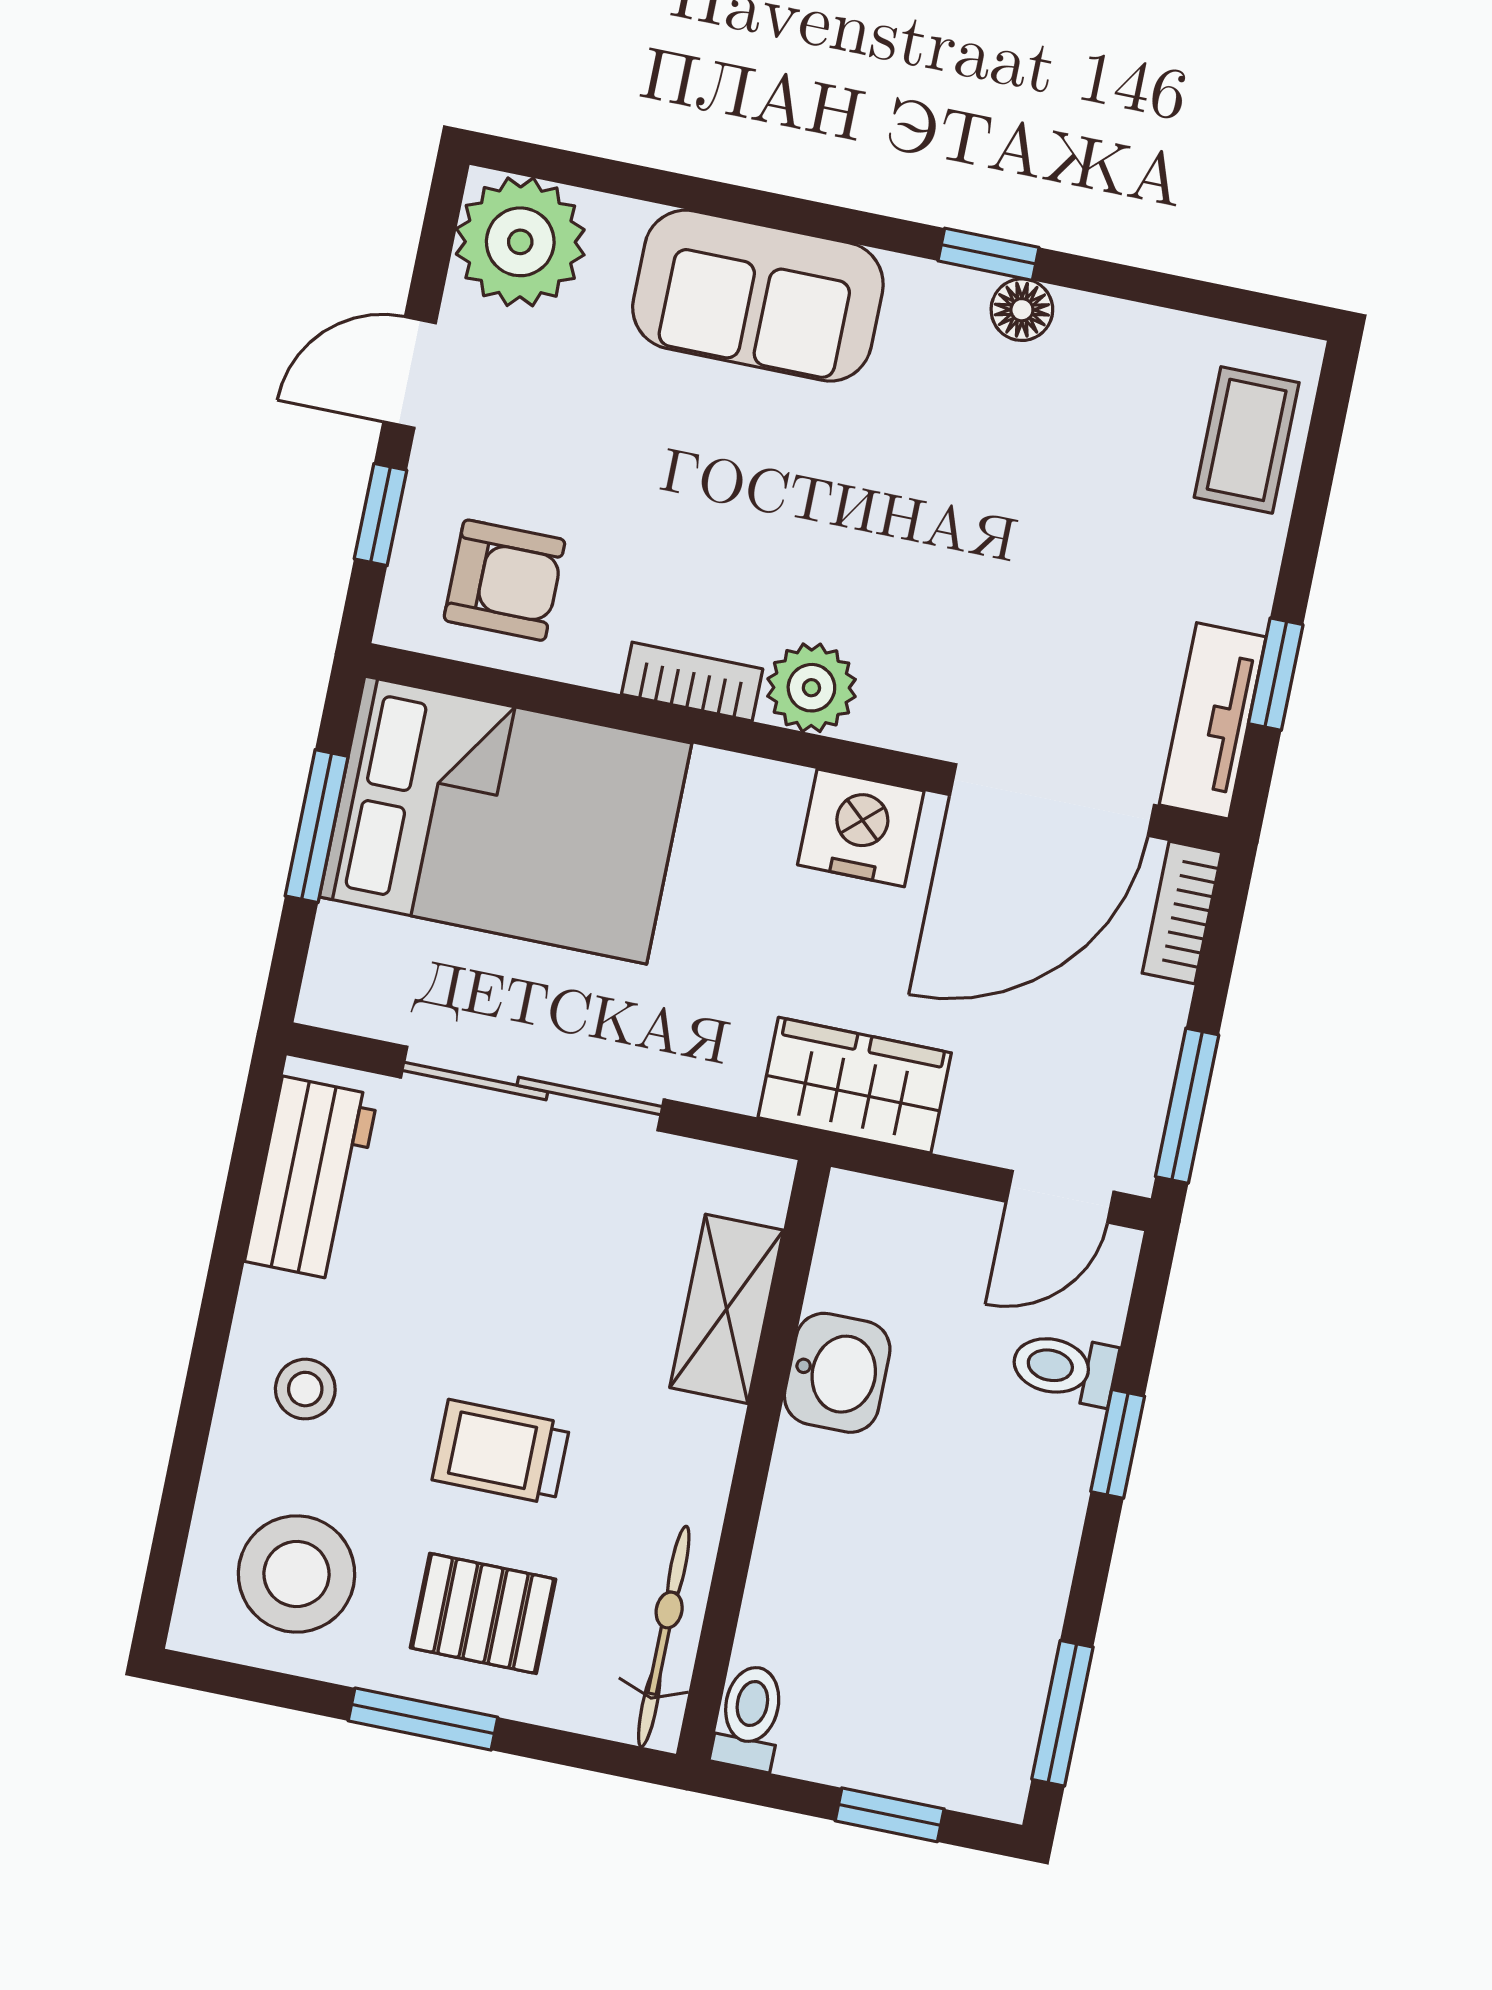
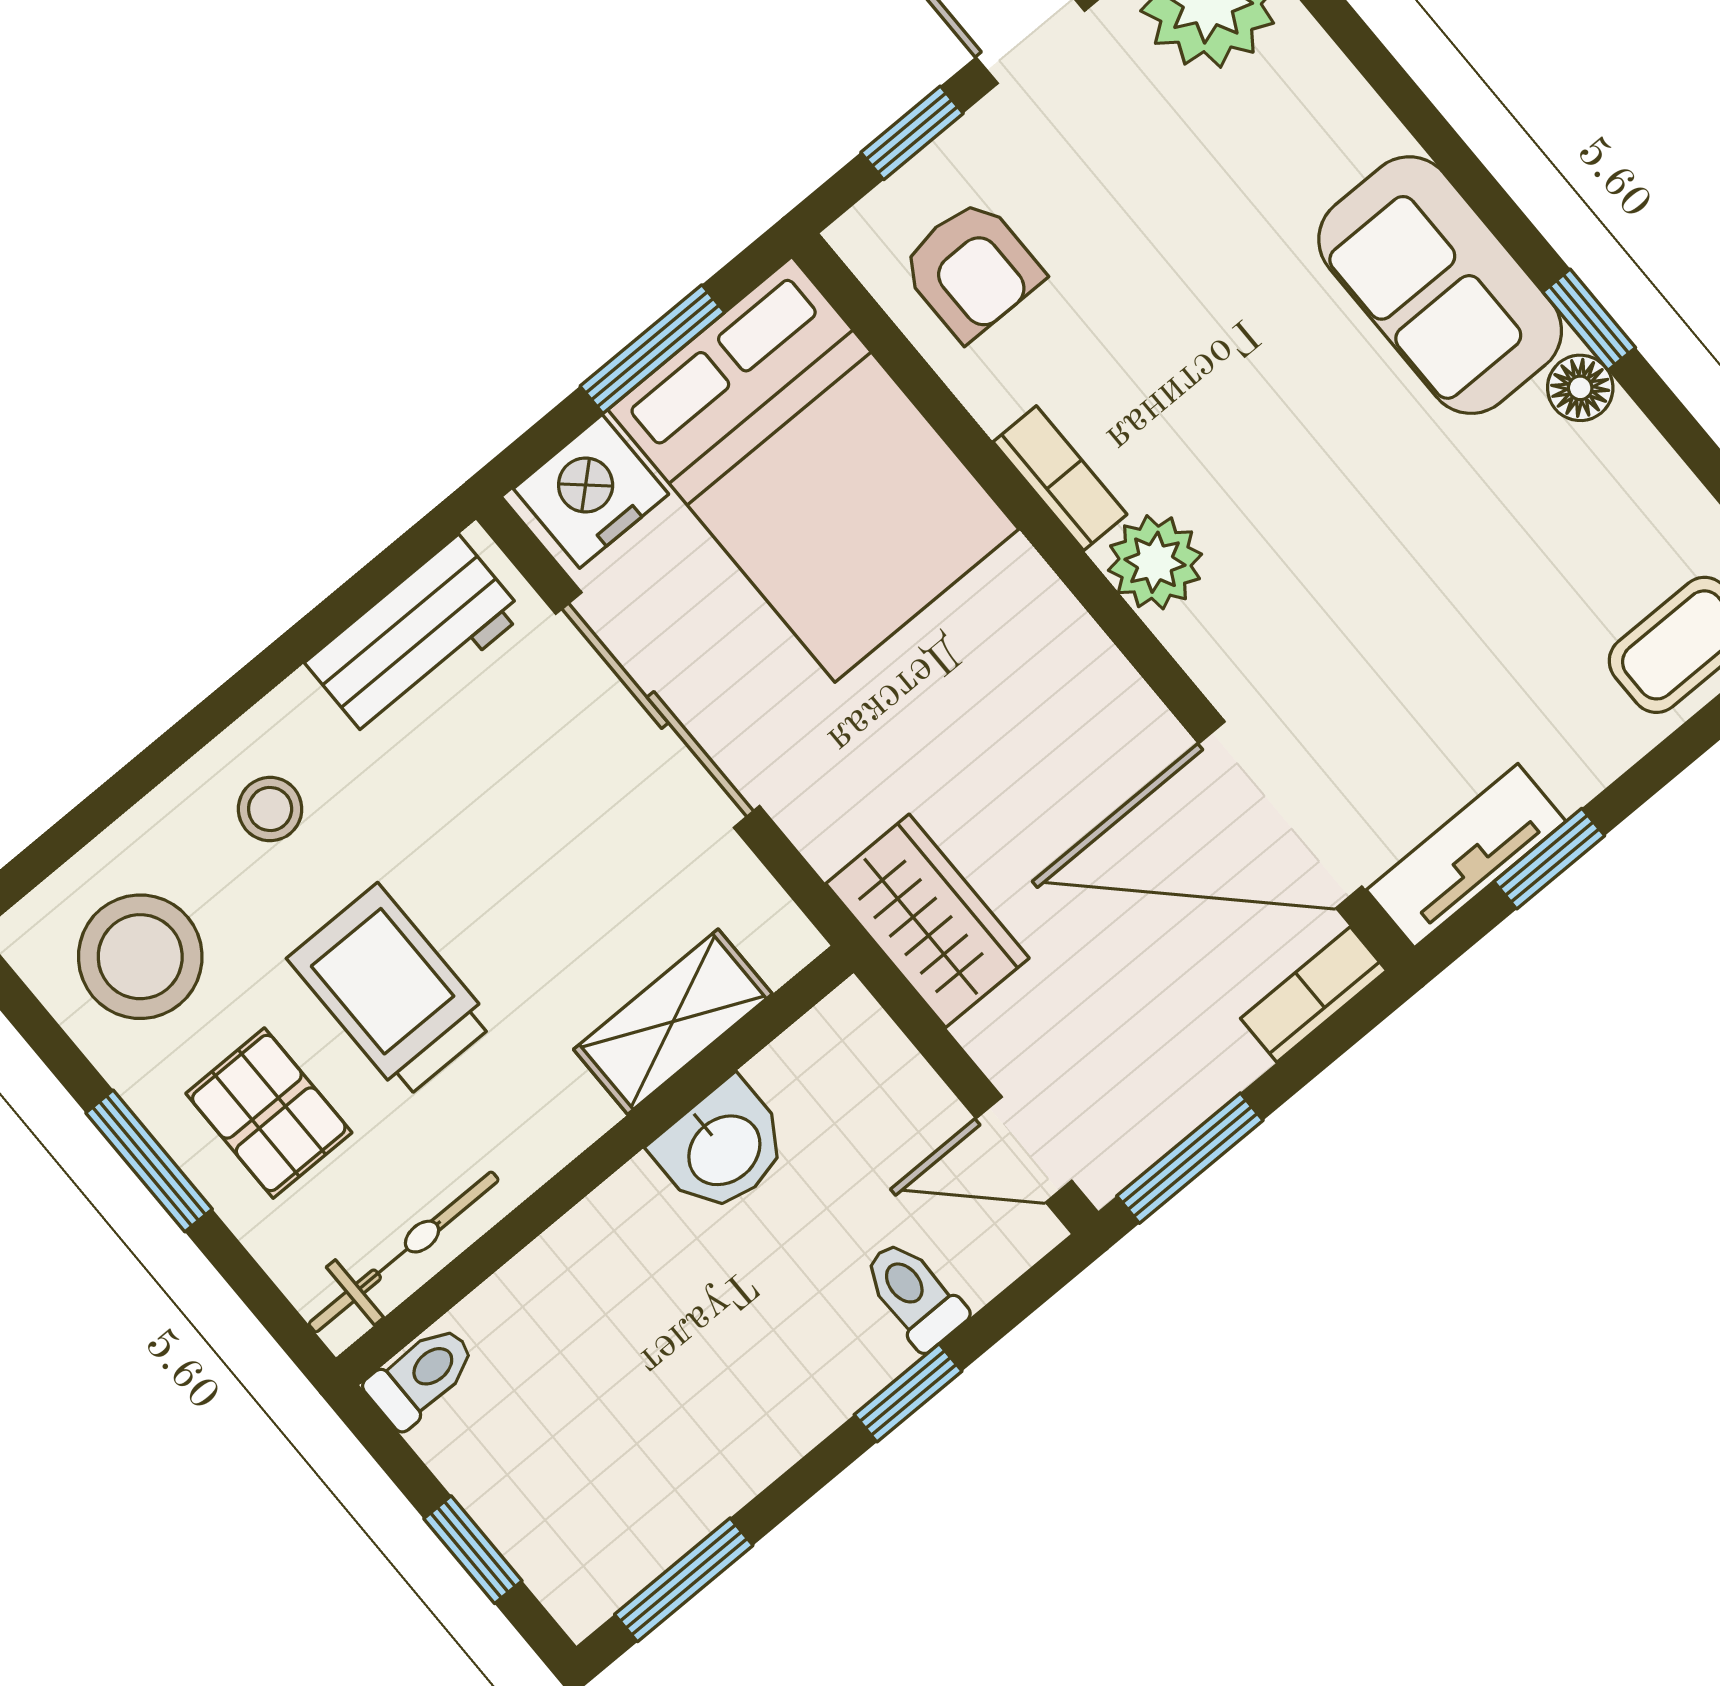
sofa: (758, 296) -> (1440, 285), moved
nightstand: (861, 828) -> (591, 491), moved, turned -90
trolley: (501, 1452) -> (391, 991), width x1.36, depth x1.39

